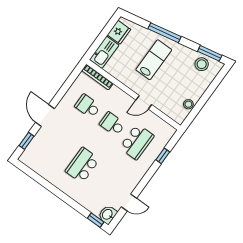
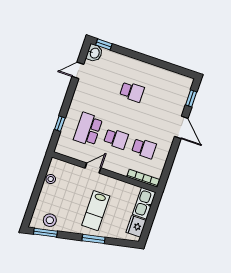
window: (165, 33) -> (94, 239), width x0.69
school desk: (82, 165) -> (132, 92), width x0.54

